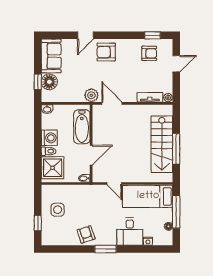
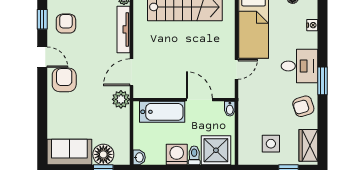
door: (85, 35) -> (42, 57), moved
armchair: (106, 52) -> (64, 80), turned 180
tv unit: (150, 97) -> (123, 29), width x1.41
desk: (130, 232) -> (300, 66), moved
wardrobe: (56, 238) -> (308, 145), added

